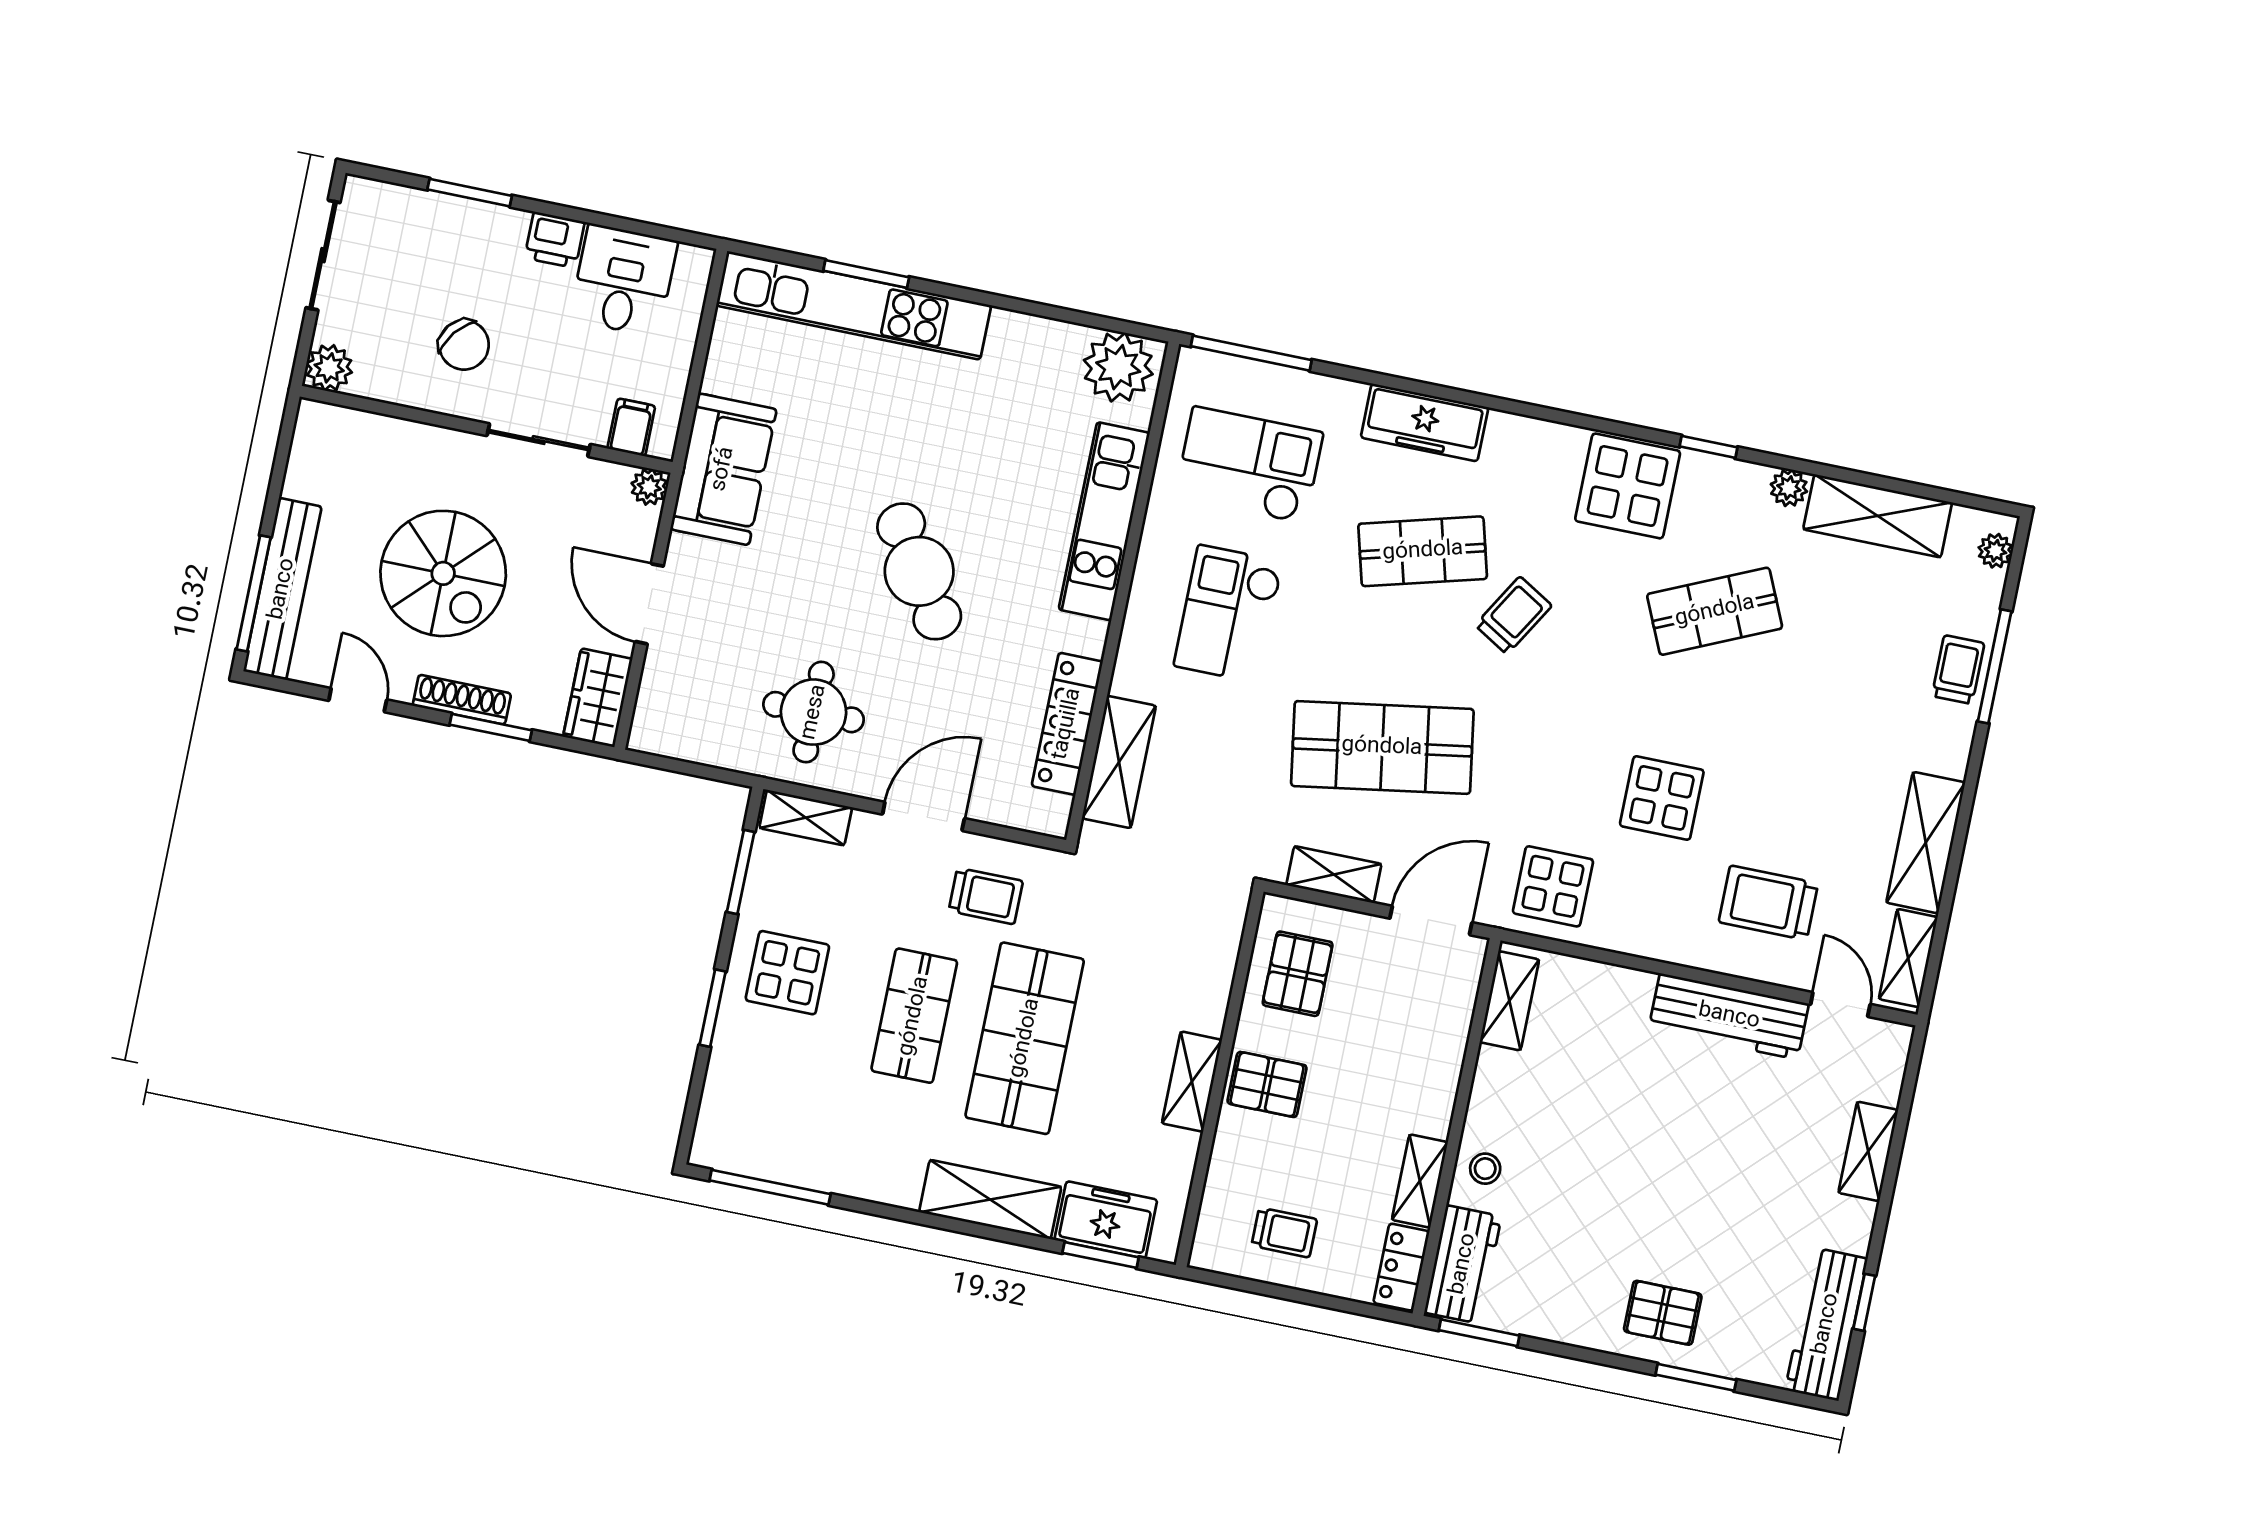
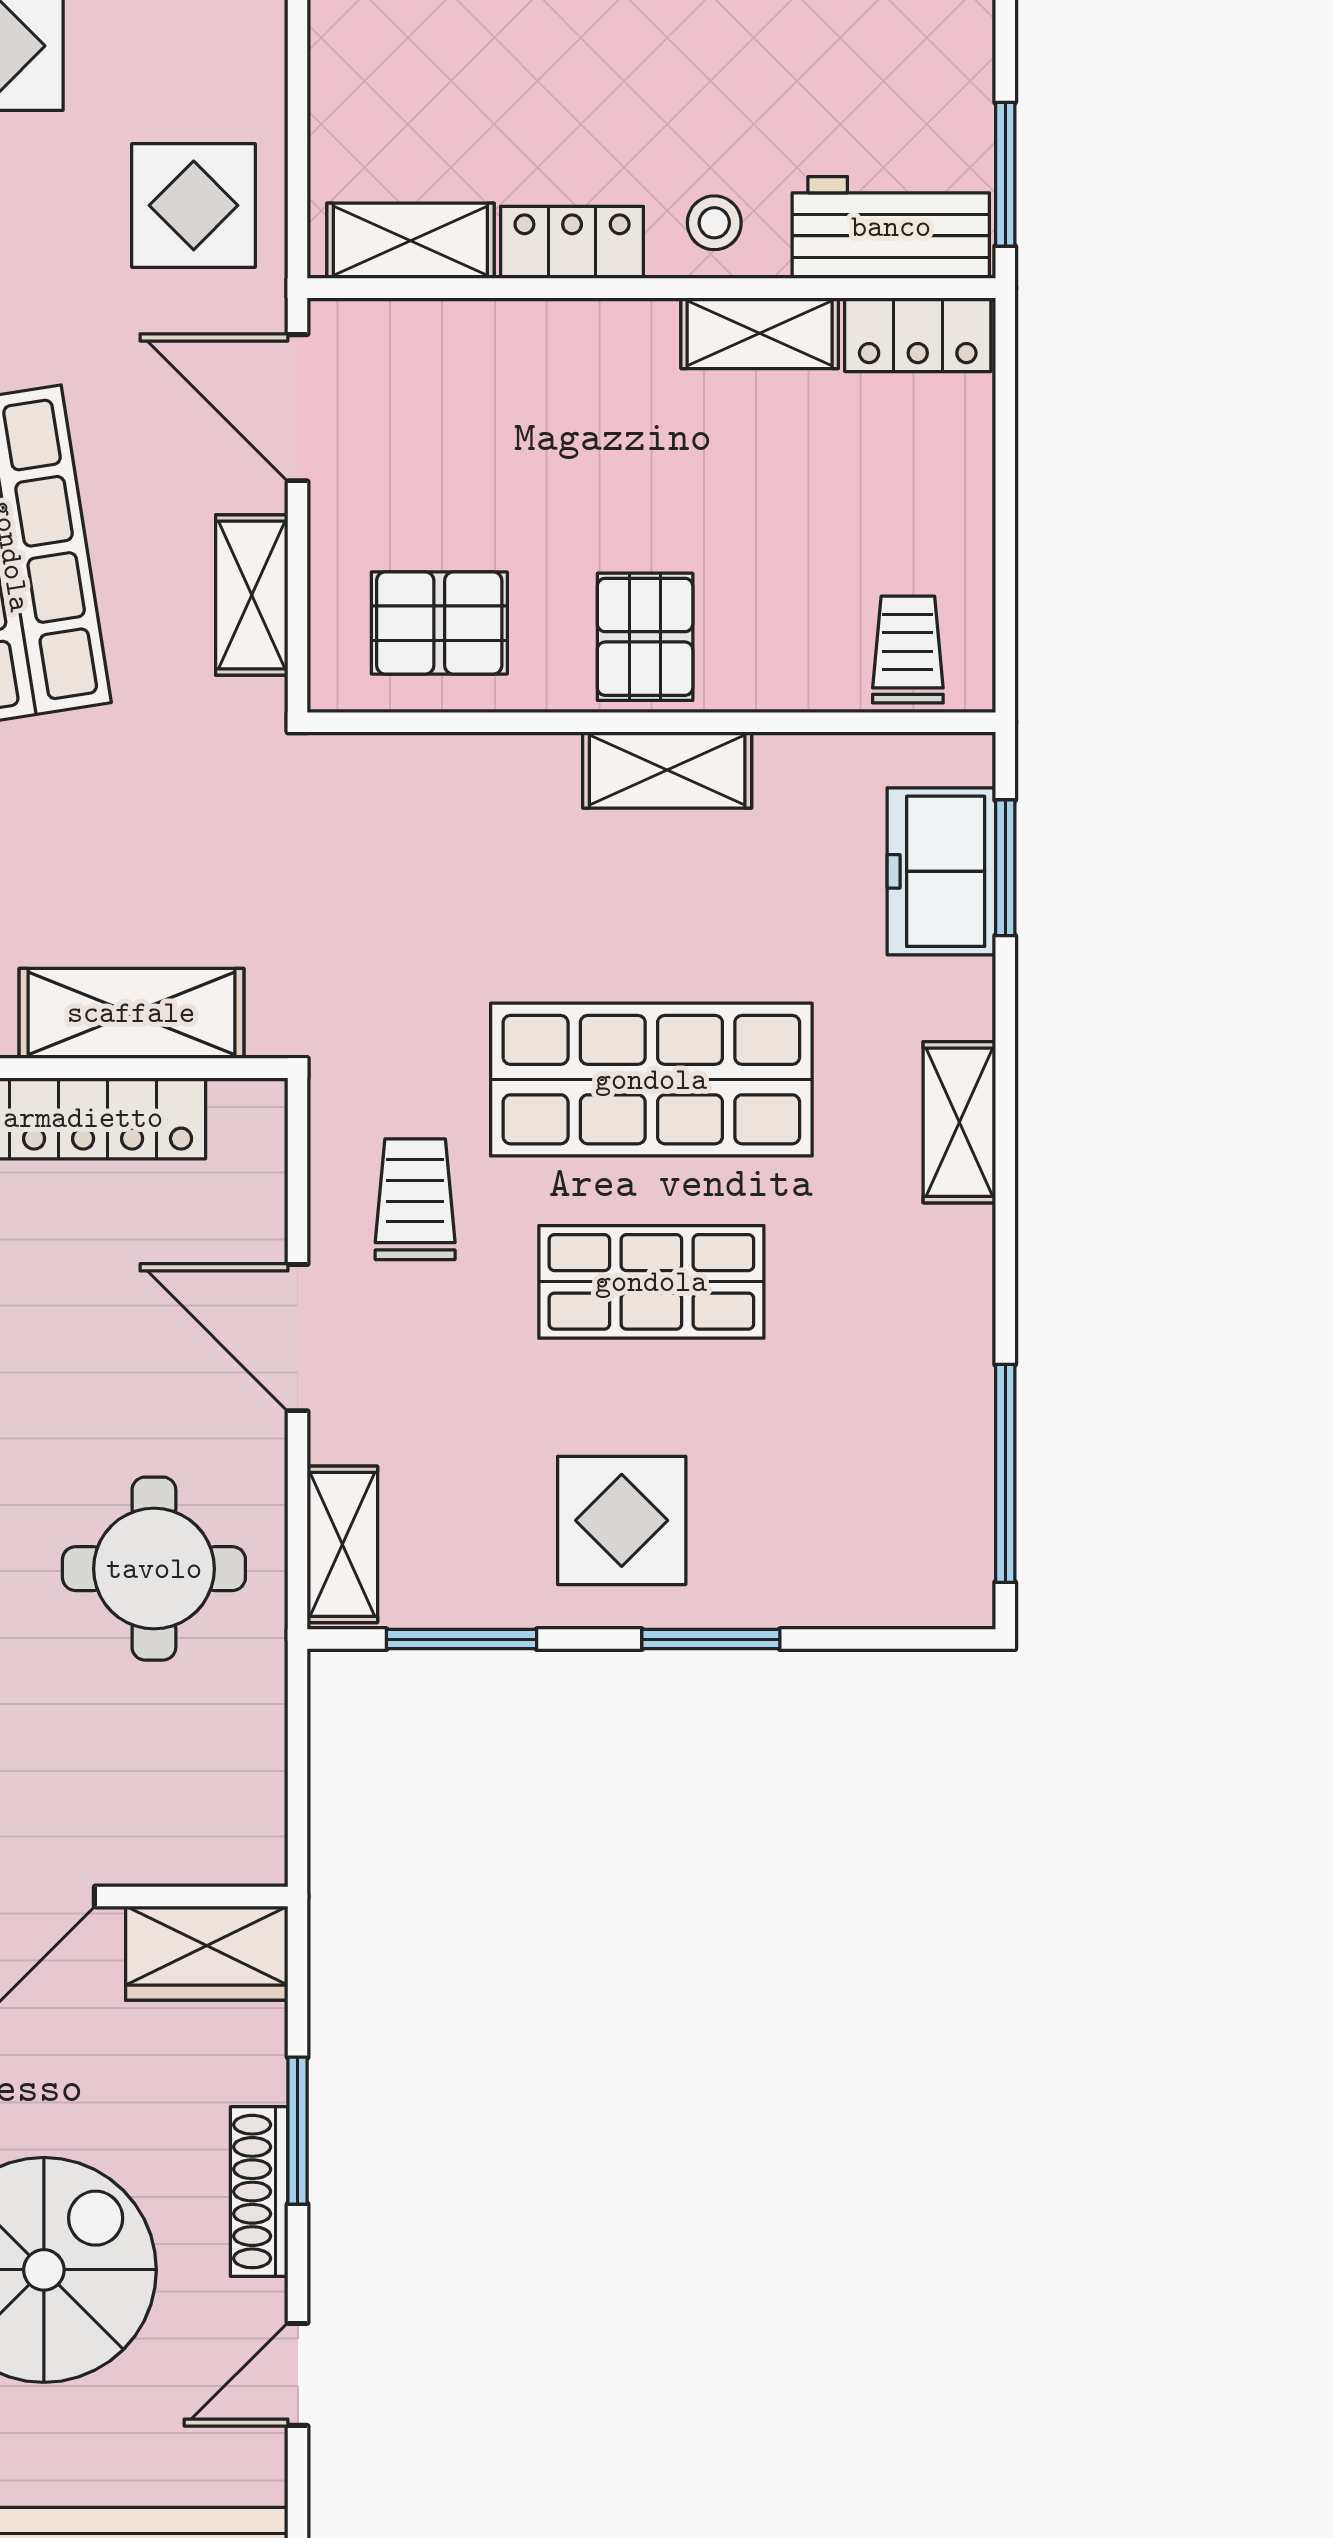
locker: (1490, 1089) -> (572, 242), added
shelving: (990, 1199) -> (959, 1122), width x0.67, depth x0.75
trolley: (1284, 1232) -> (908, 650), moved

